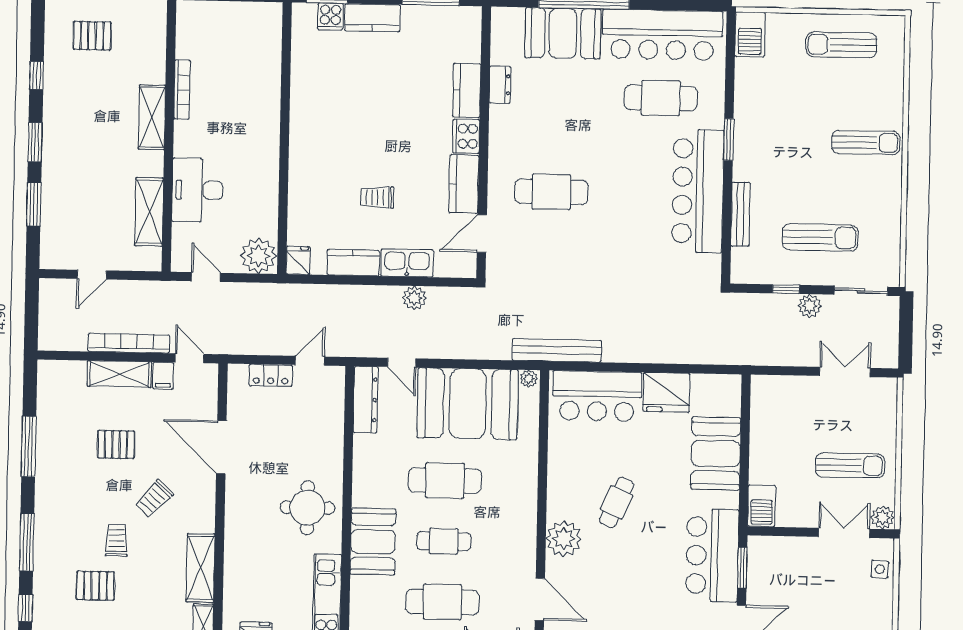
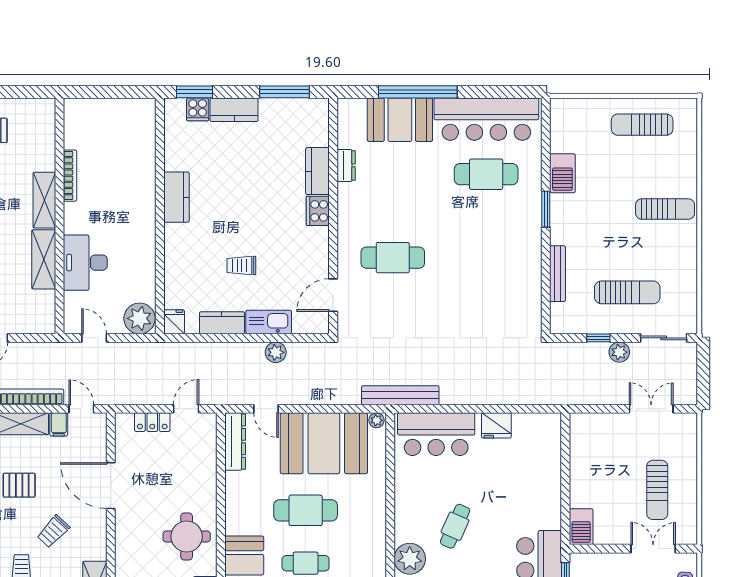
barbecue: (750, 34) -> (562, 173), moved
kitchen counter: (464, 184) -> (176, 197), moved, turned 180
bar counter: (698, 191) -> (520, 254), removed
shelving: (149, 212) -> (44, 259), moved
fridge: (666, 392) -> (496, 425), width x0.73, depth x0.75
booth: (716, 453) -> (540, 482), removed
sun lounger: (850, 465) -> (657, 490), turned 90
plant: (883, 517) -> (687, 535), removed

